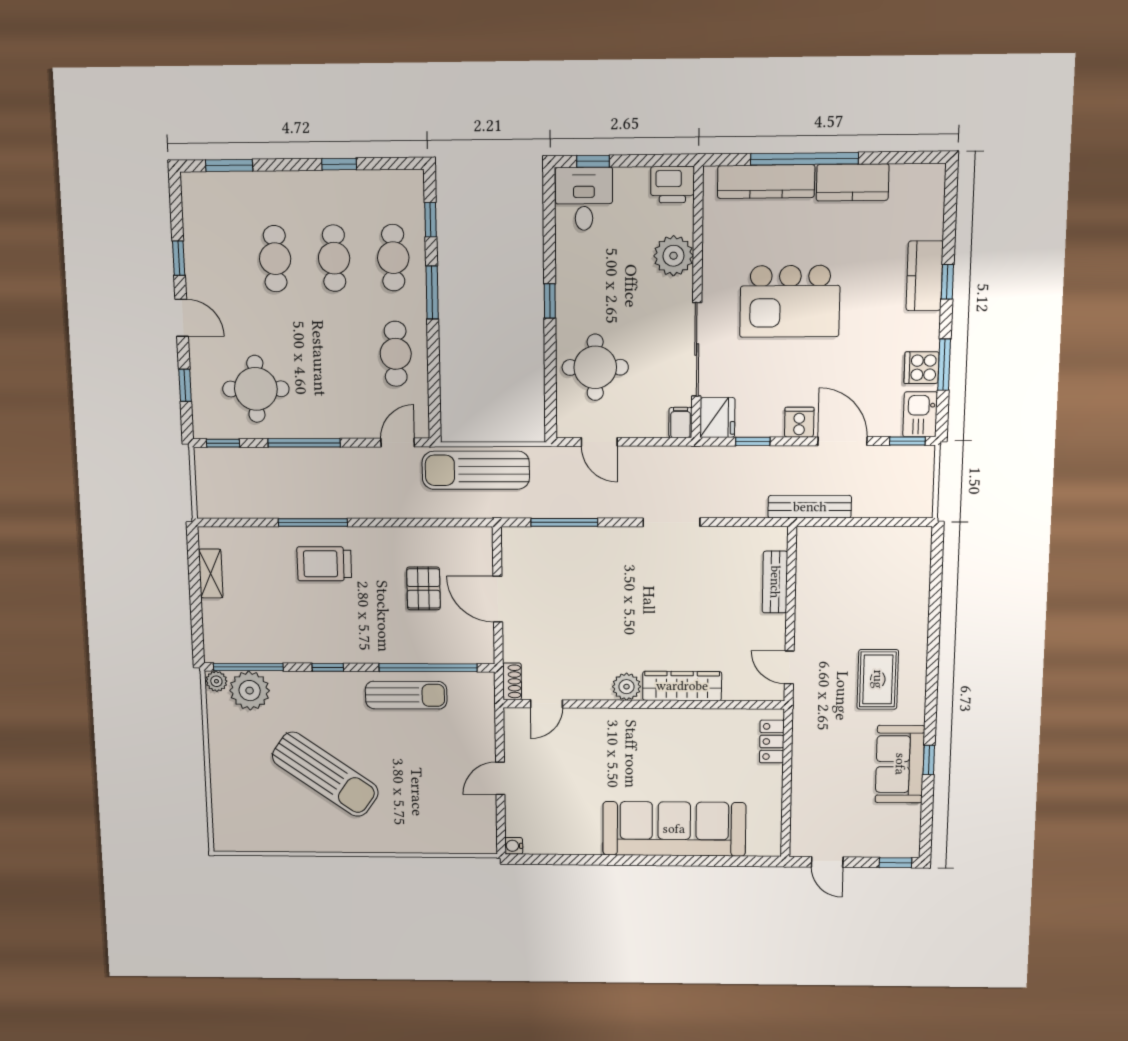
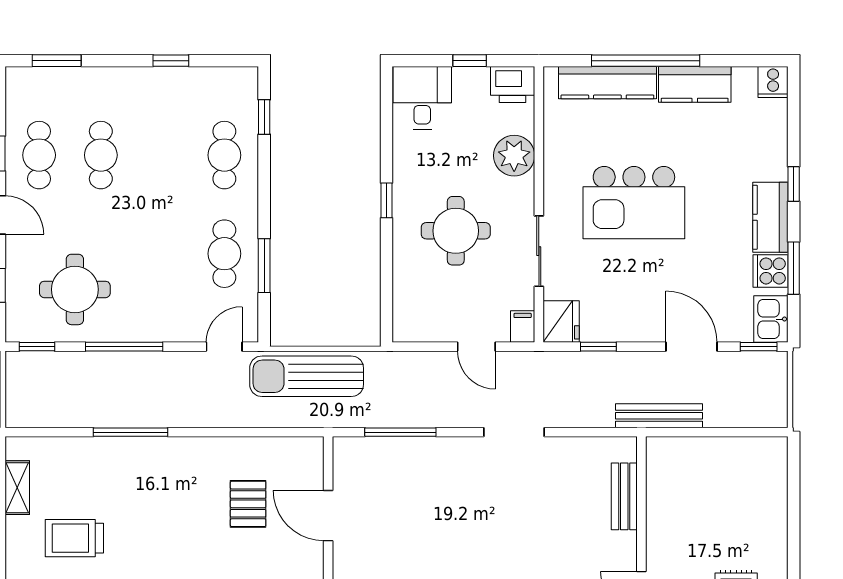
window: (593, 161) -> (470, 61), moved
cafe table: (334, 258) -> (39, 155), moved
kitchen counter: (925, 276) -> (770, 217), moved
window: (432, 292) -> (264, 266), moved
sliding door: (697, 350) -> (539, 251), width x0.73
round table: (595, 367) -> (456, 231), moved
cooker: (799, 422) -> (773, 82), moved, turned 180
door: (599, 442) -> (476, 347), moved
trolley: (324, 564) -> (74, 538), moved

